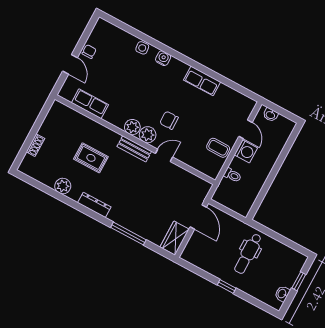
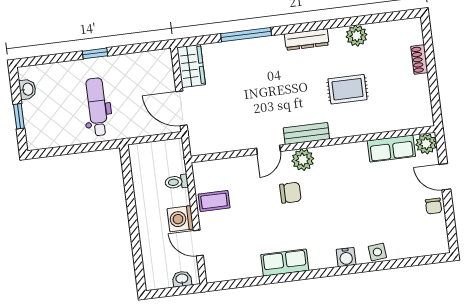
plant: (132, 127) -> (426, 144), moved

